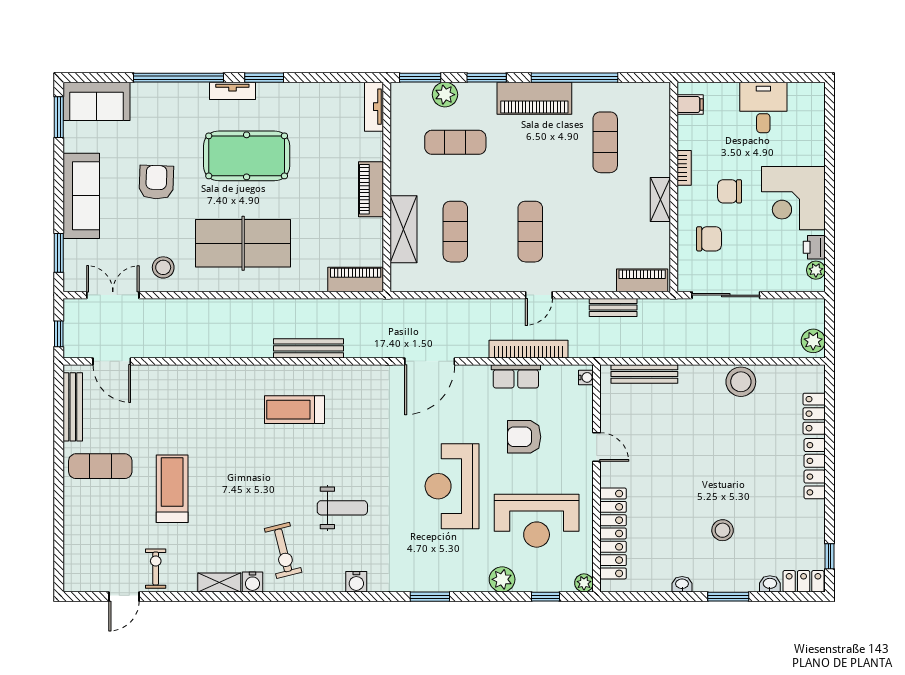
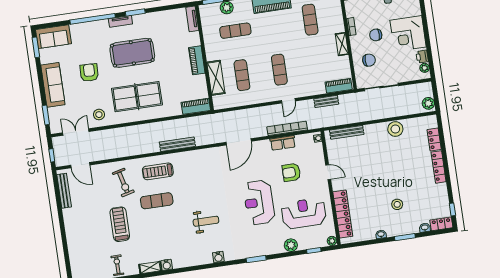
treadmill: (294, 410) -> (158, 171), moved
exercise mat: (100, 466) -> (157, 201), moved
reception desk: (537, 521) -> (304, 213), turned 180
exercise bike: (283, 550) -> (123, 183), moved

